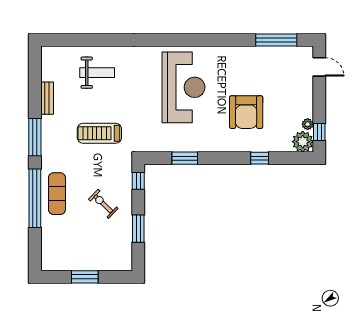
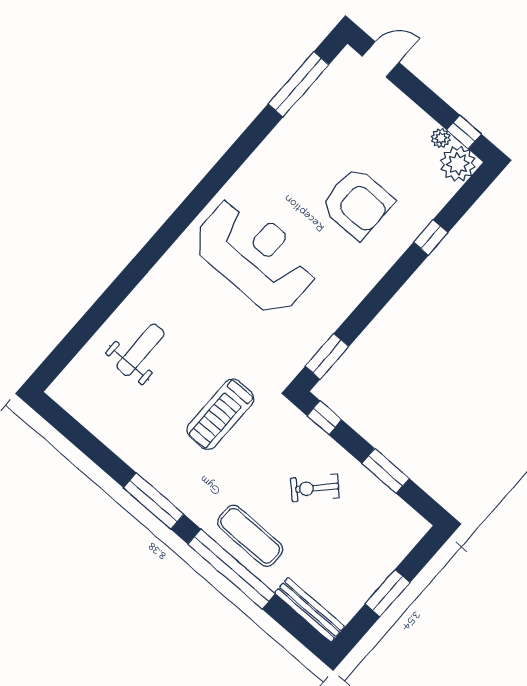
bench: (47, 98) -> (310, 610), moved, width x1.36
window: (185, 158) -> (327, 356), moved

